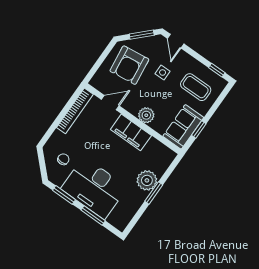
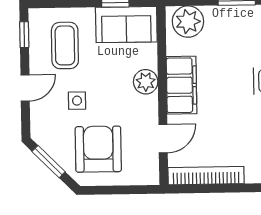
door: (176, 41) -> (25, 88), moved
armchair: (129, 65) -> (98, 149), turned -83
door: (110, 103) -> (163, 139), swing flipped
plant: (147, 180) -> (188, 22), moved

